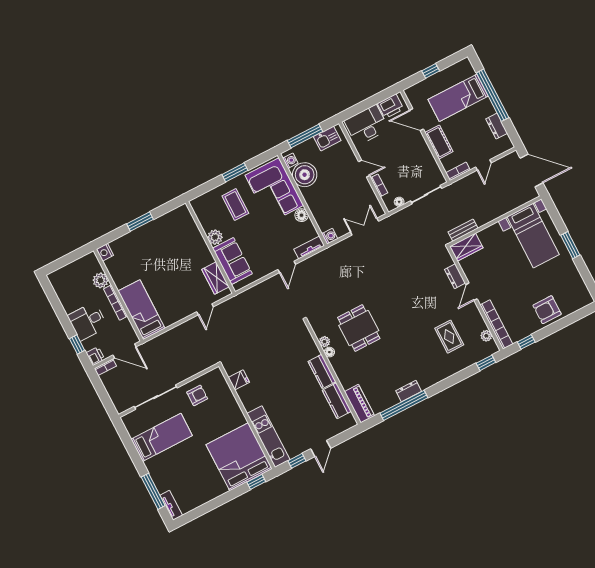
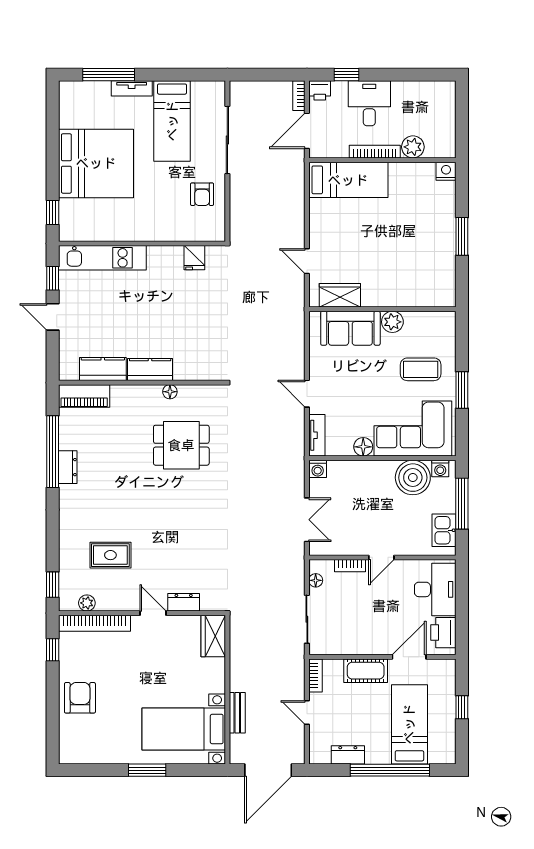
bench: (463, 230) -> (237, 713), moved
plant: (325, 342) -> (186, 392), removed
bed: (239, 457) -> (96, 163), moved
tv unit: (171, 505) -> (132, 88), moved

